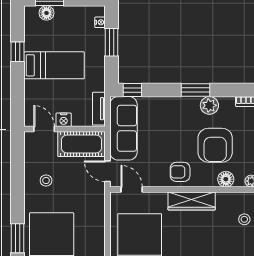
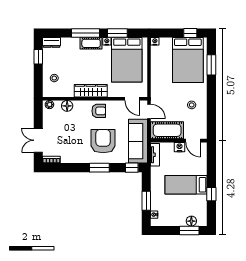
window: (195, 90) -> (99, 168), moved
plant: (209, 105) -> (78, 157), removed
armchair: (215, 145) -> (103, 141), moved

